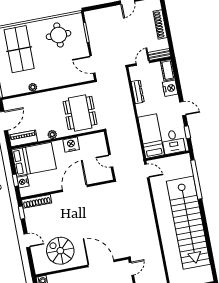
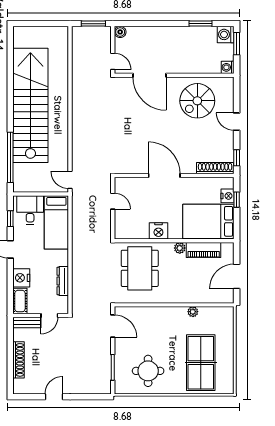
piano: (23, 138) -> (204, 250), moved
door: (75, 188) -> (164, 175), swing flipped
spiral stairs: (60, 251) -> (197, 101), turned 90
door: (131, 269) -> (113, 61), swing flipped

